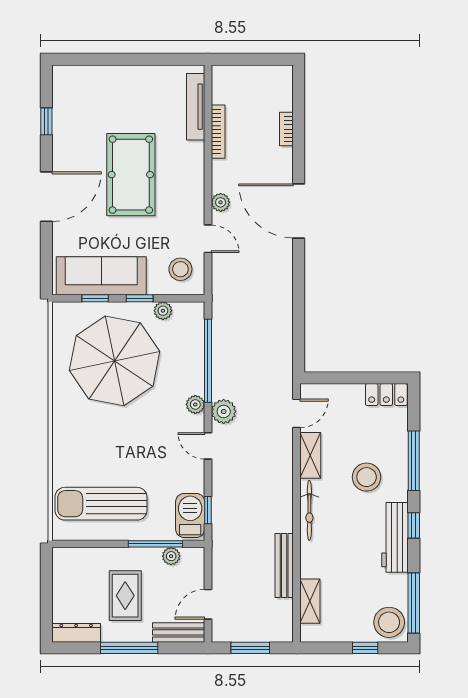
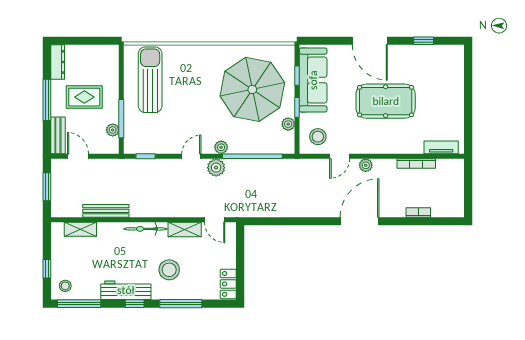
tv unit: (196, 107) -> (441, 147), width x0.71
barbecue: (190, 515) -> (142, 144), removed
stool: (389, 622) -> (65, 286), width x0.53, depth x0.53

